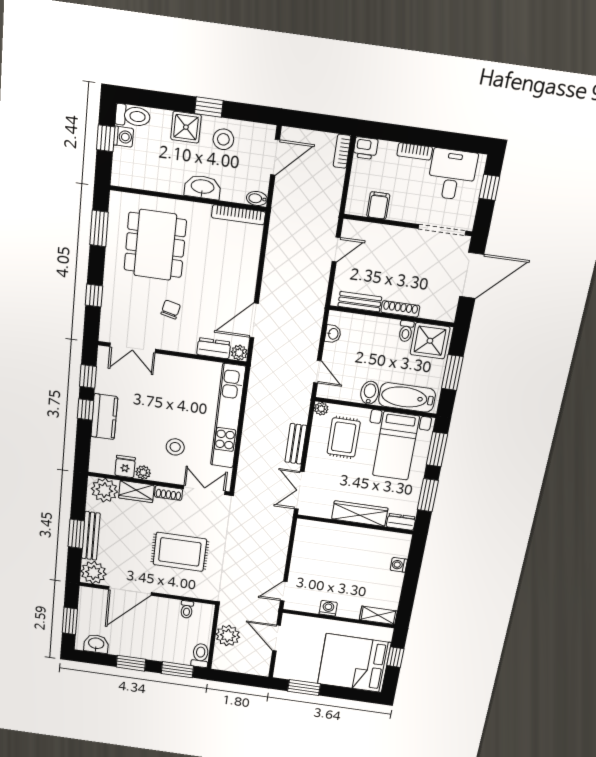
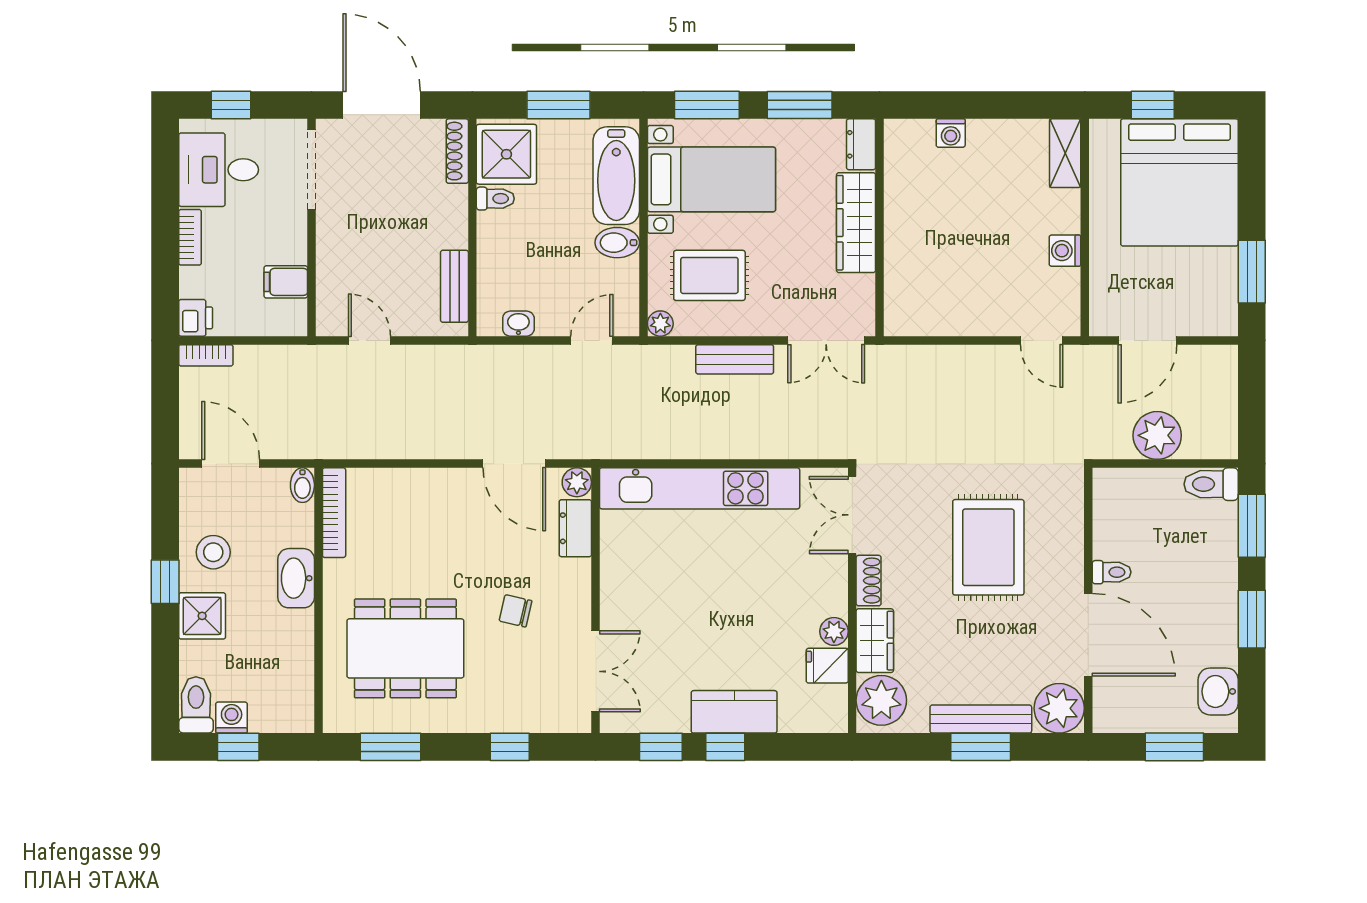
shoe rack: (400, 309) -> (457, 151), moved
stool: (175, 447) -> (774, 577), removed
toilet: (187, 609) -> (1112, 572), moved

